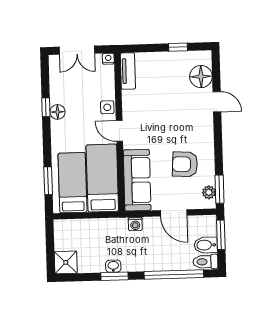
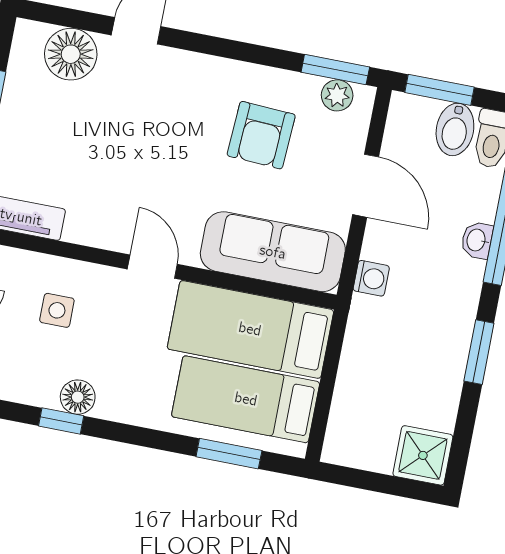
side table: (107, 107) -> (57, 310), moved
door: (119, 131) -> (152, 267), swing flipped
door: (174, 213) -> (366, 186), hinge flipped
washbasin: (113, 266) -> (477, 240), moved

